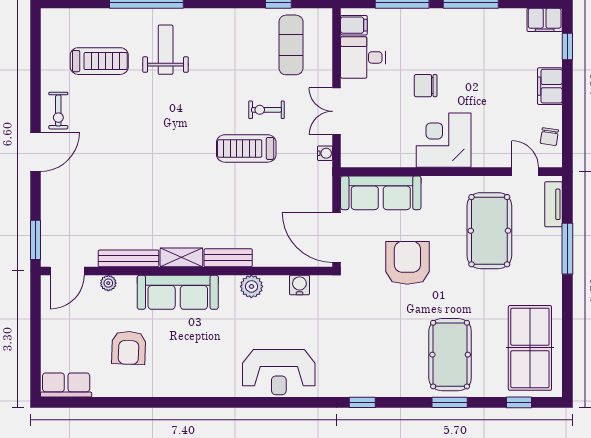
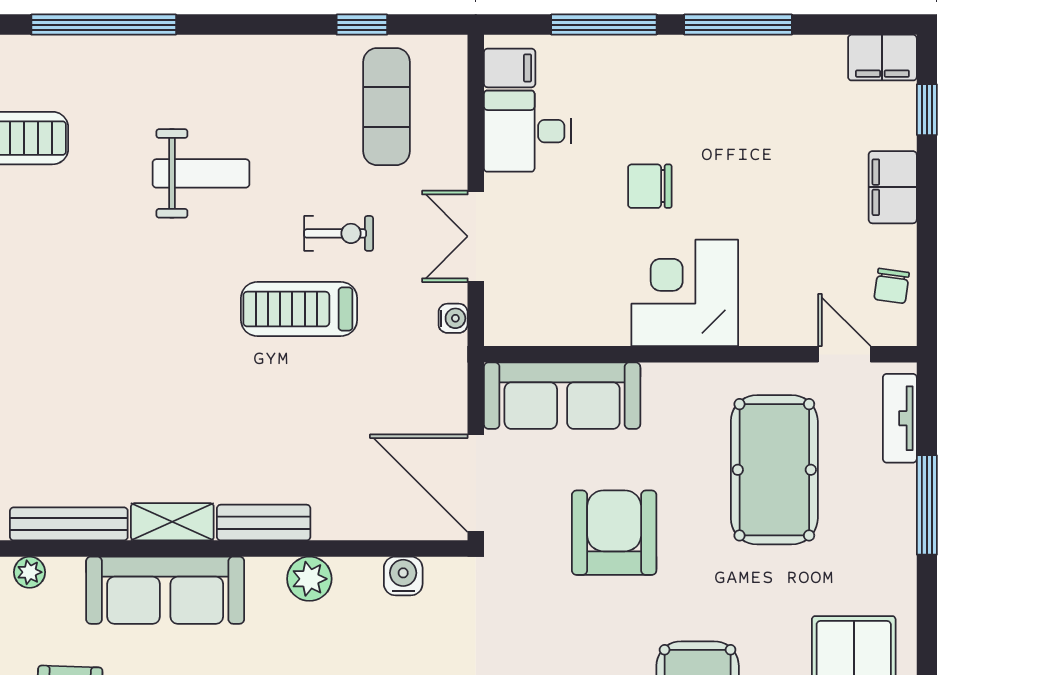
weight bench: (166, 50) -> (201, 173), moved, turned 90
exercise bike: (266, 110) -> (339, 233), turned 180

